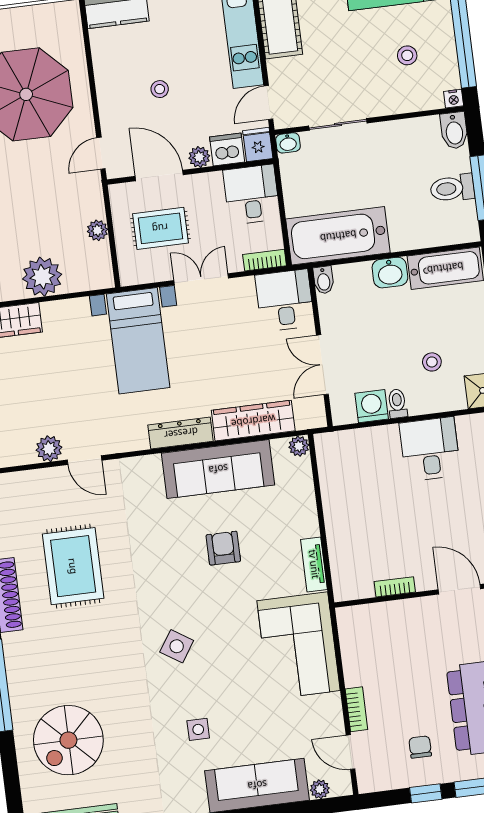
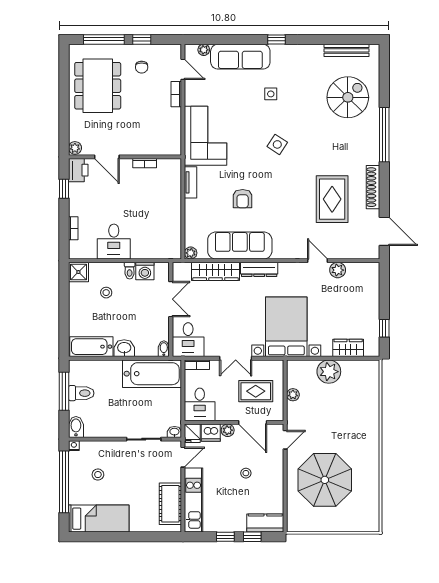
bed with nightstands: (138, 341) -> (286, 327), width x1.36

